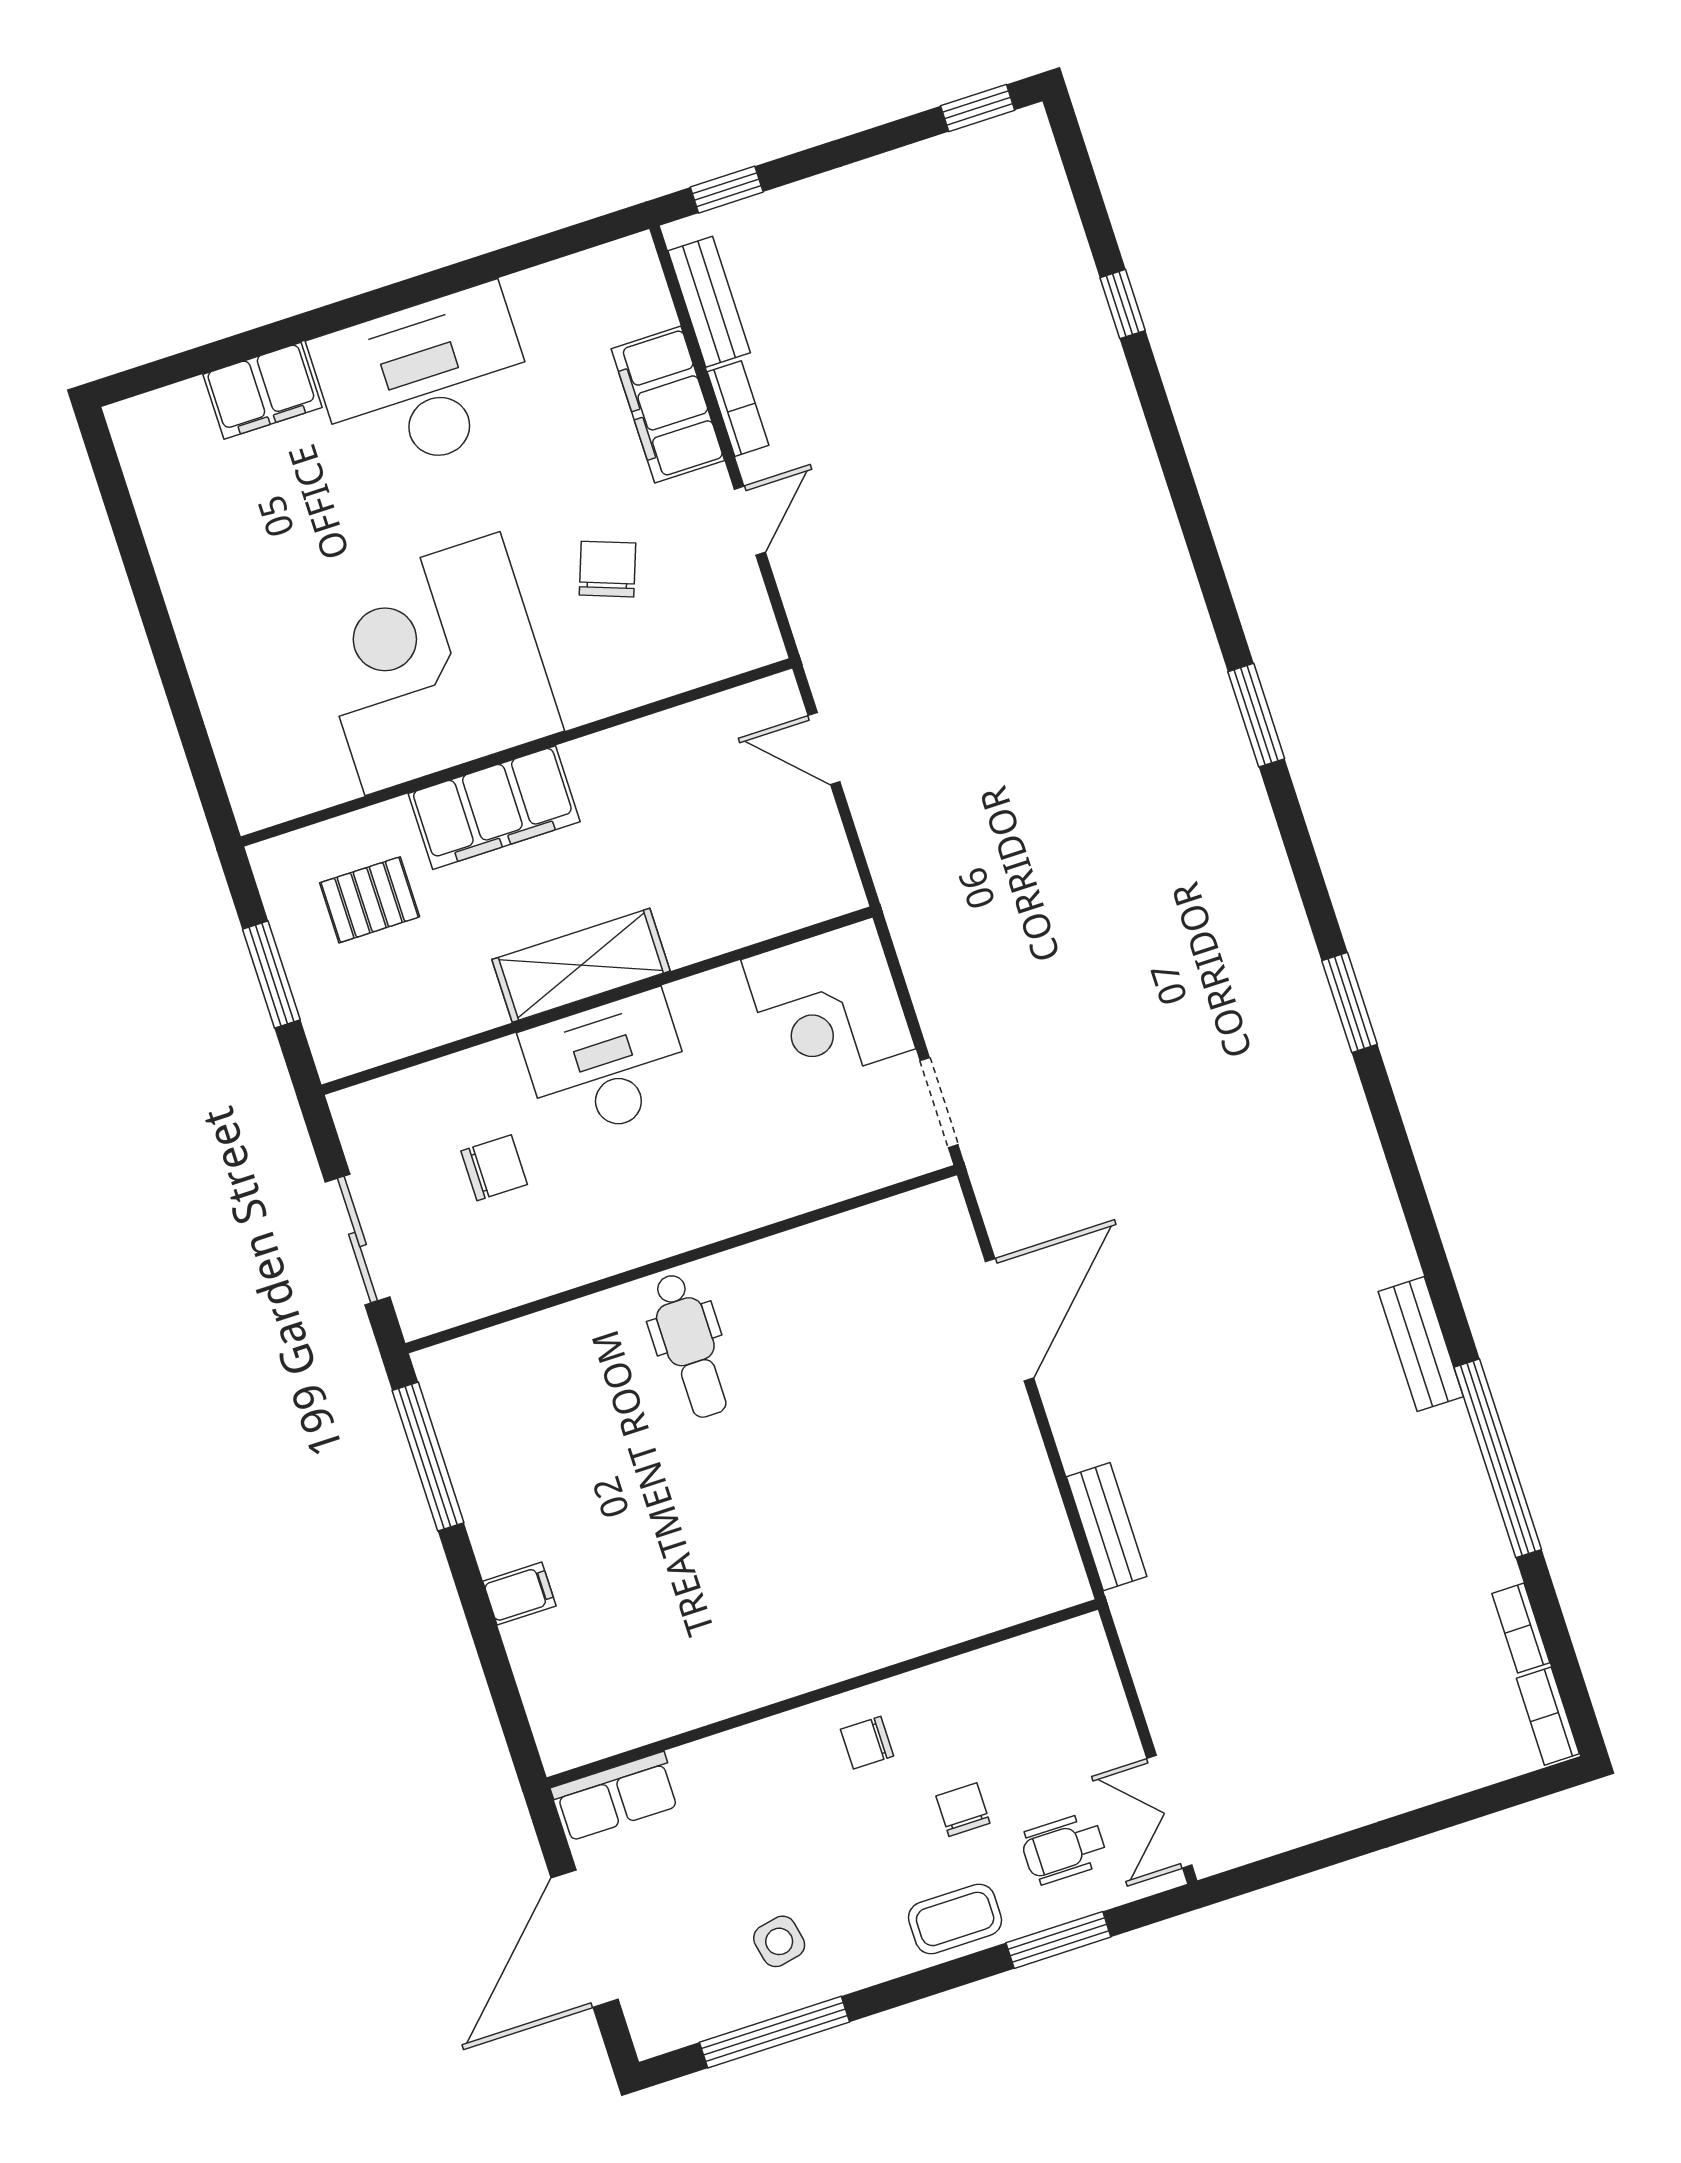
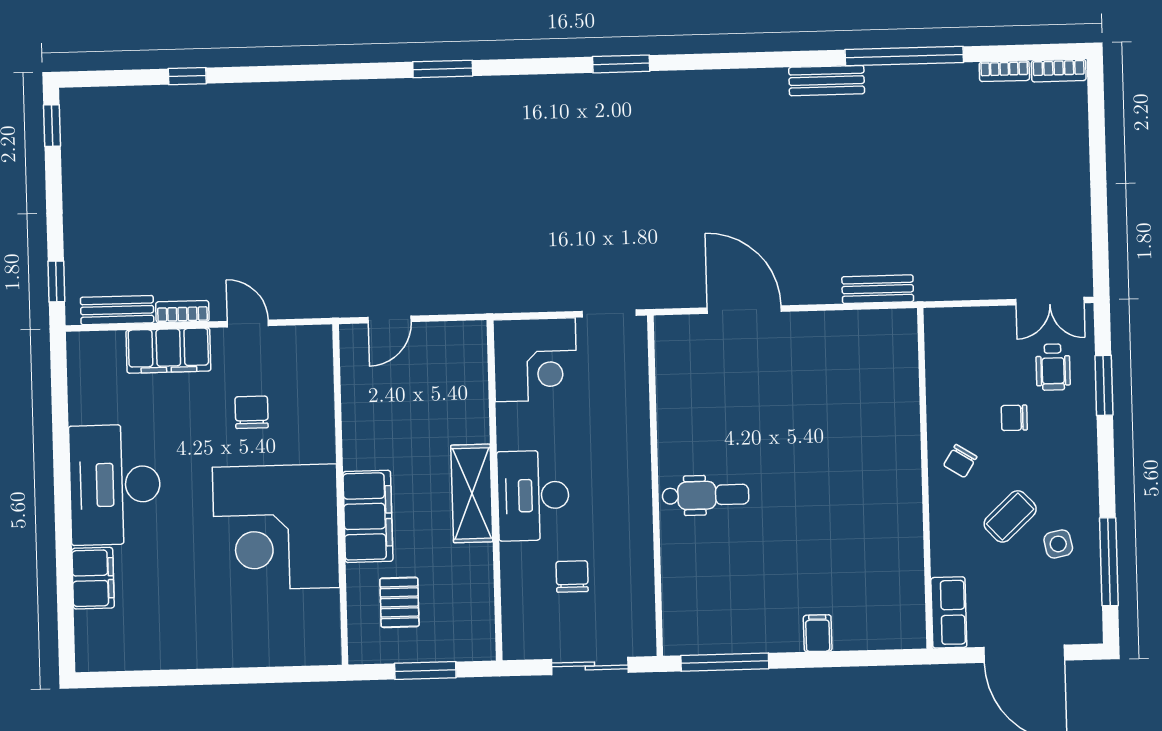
chair: (607, 569) -> (252, 412), turned 70
chair: (867, 1743) -> (960, 461), turned 32
coffee table: (955, 1919) -> (1010, 516), moved, turned 47

